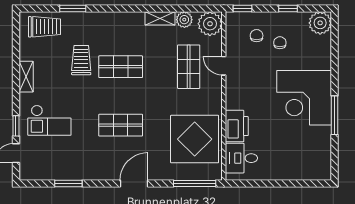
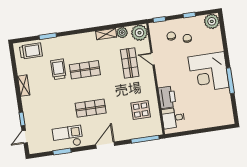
checkout: (49, 120) -> (68, 137), moved, turned 180
display table: (195, 139) -> (141, 110), width x0.54, depth x0.54

